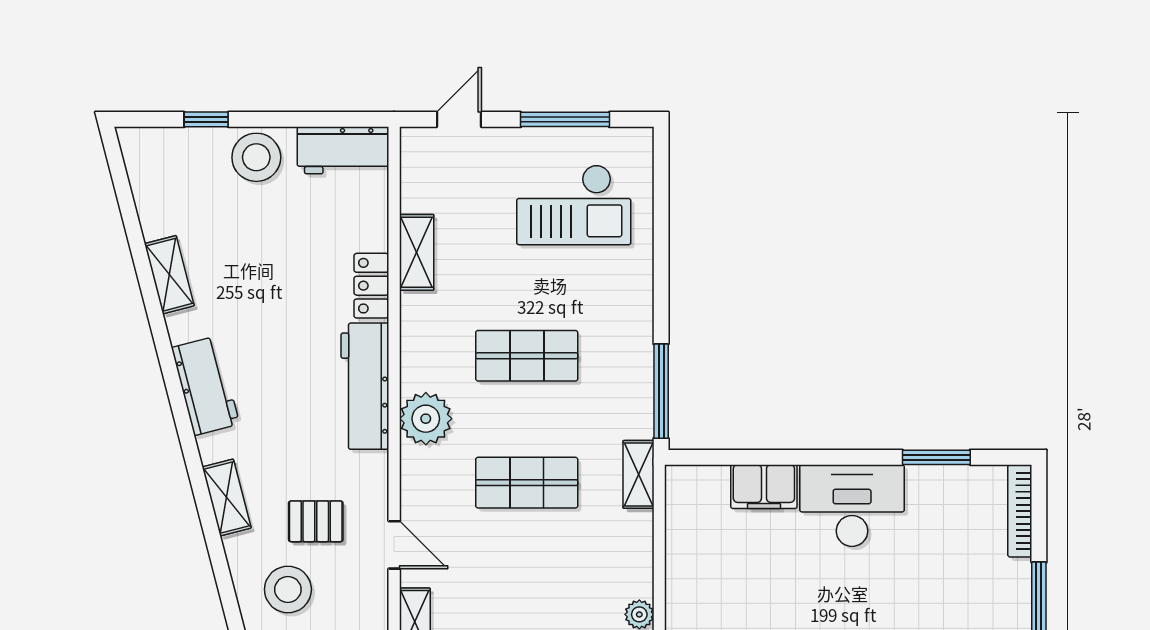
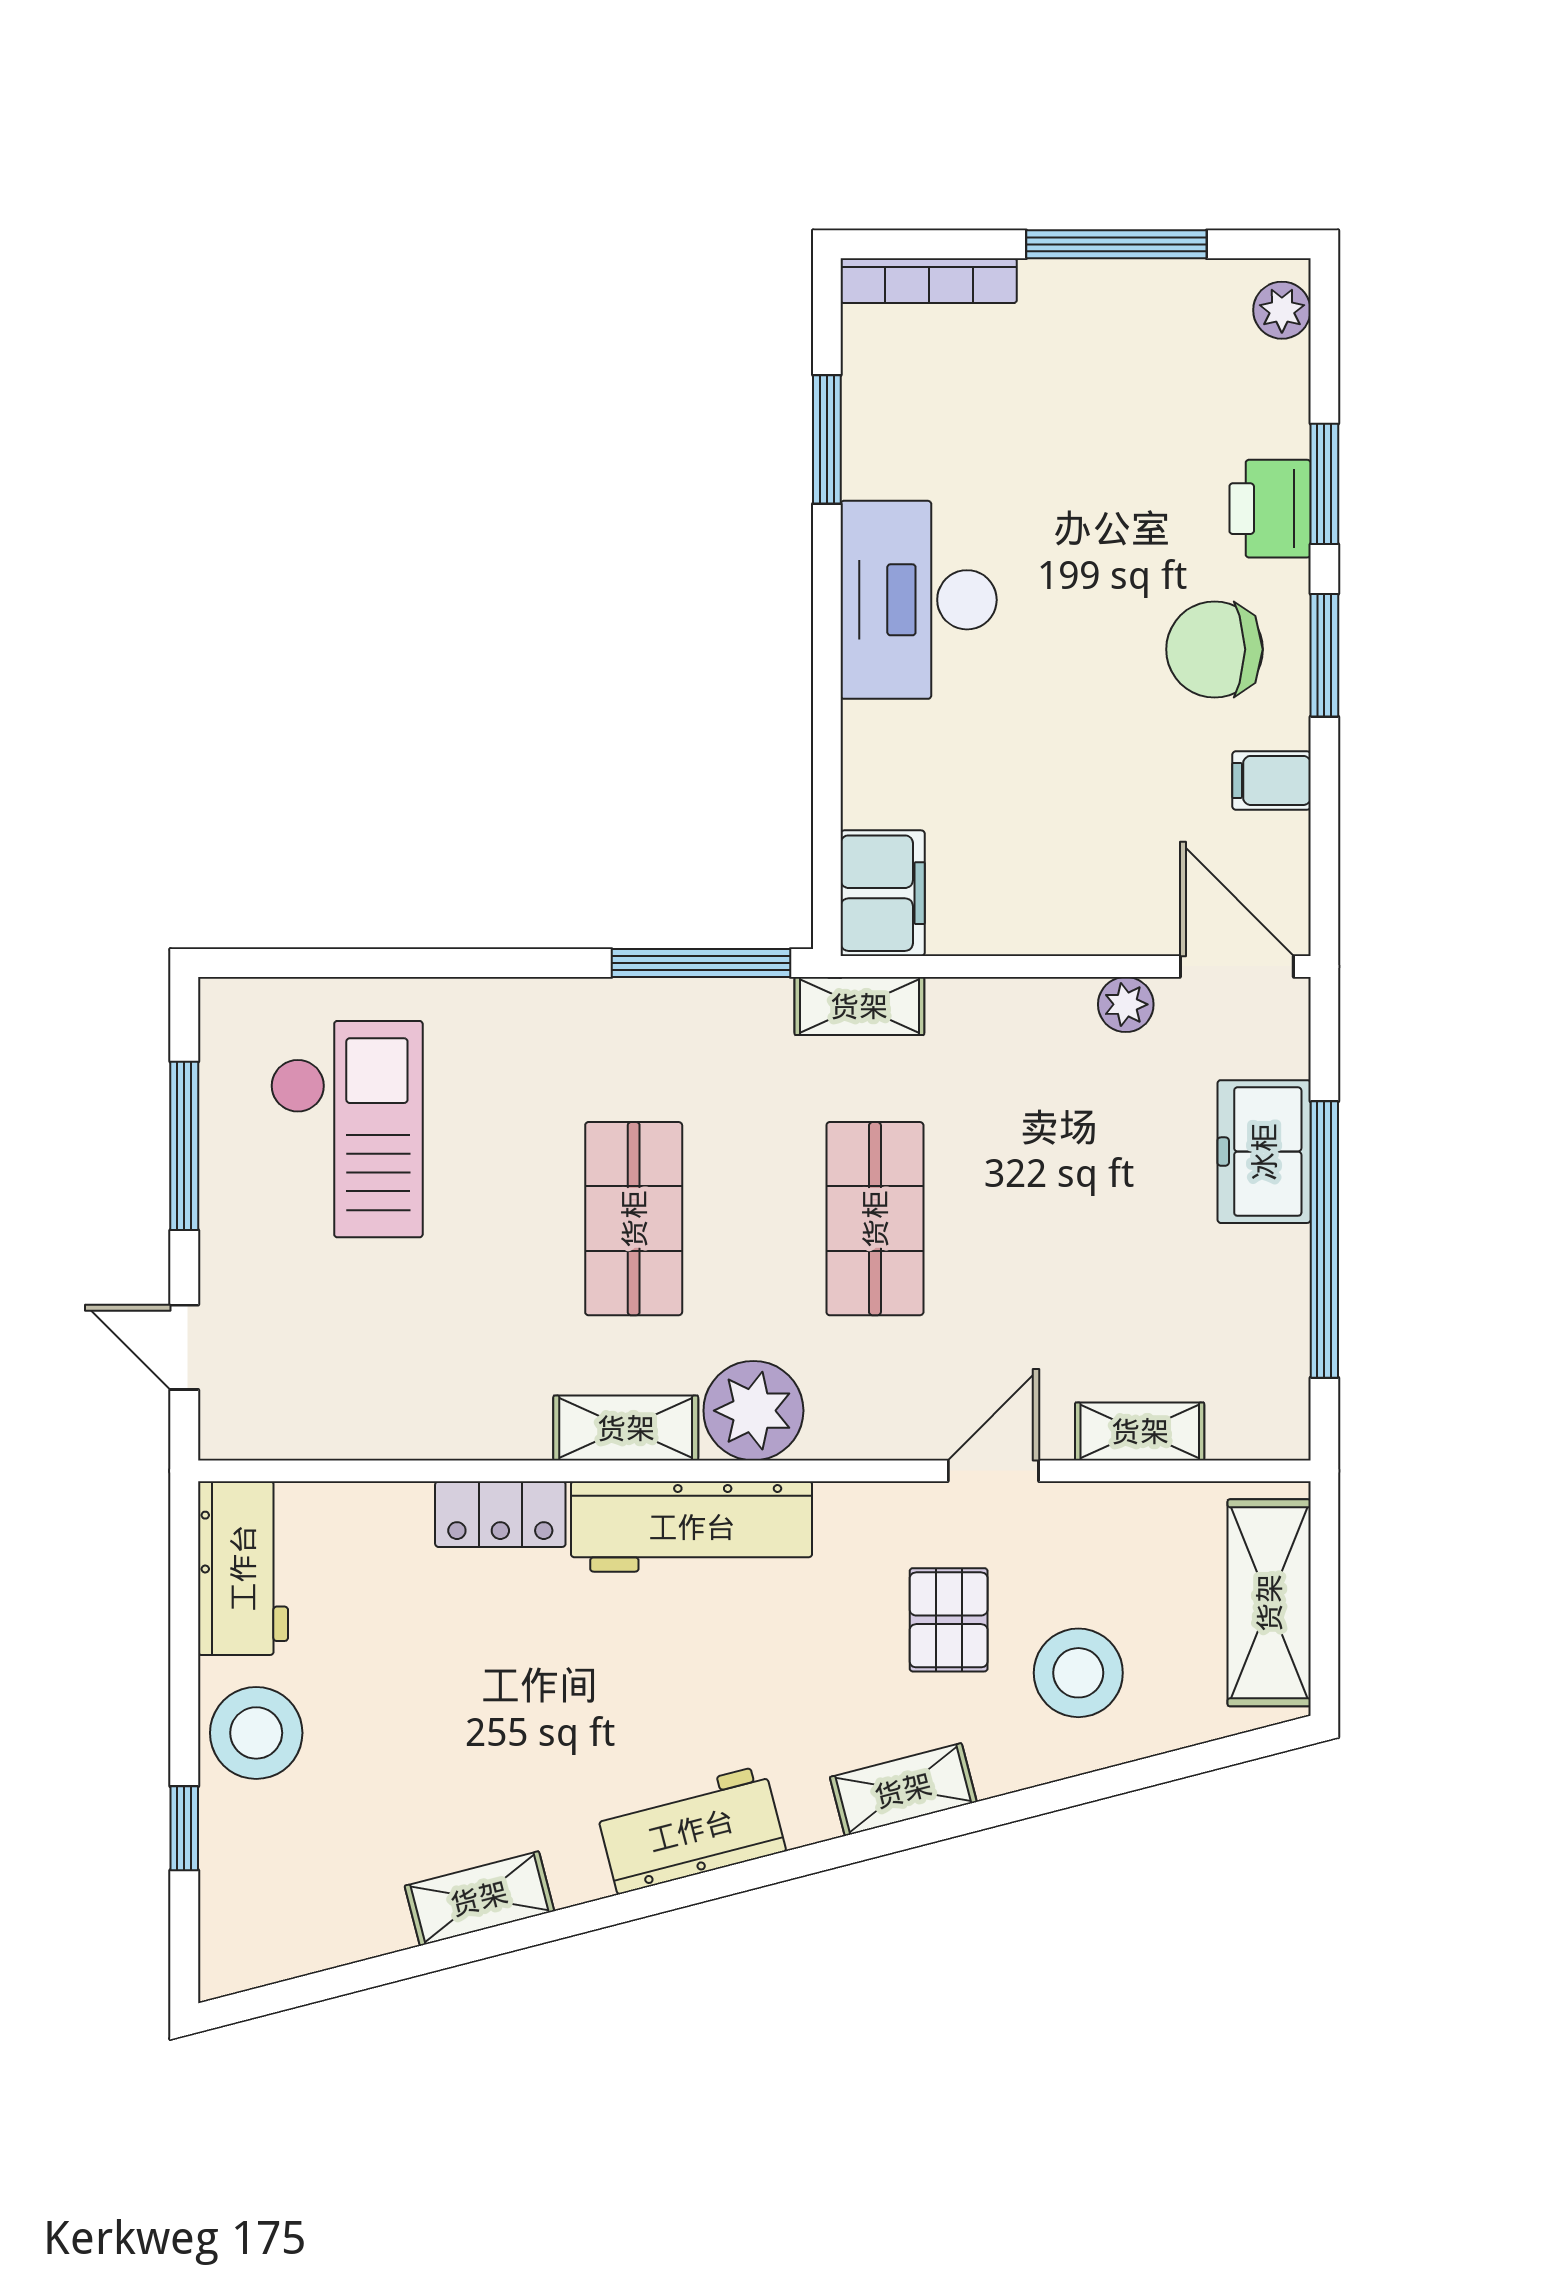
shelving: (417, 252) -> (626, 1428), moved
filing cabinet: (764, 487) -> (883, 893), moved

